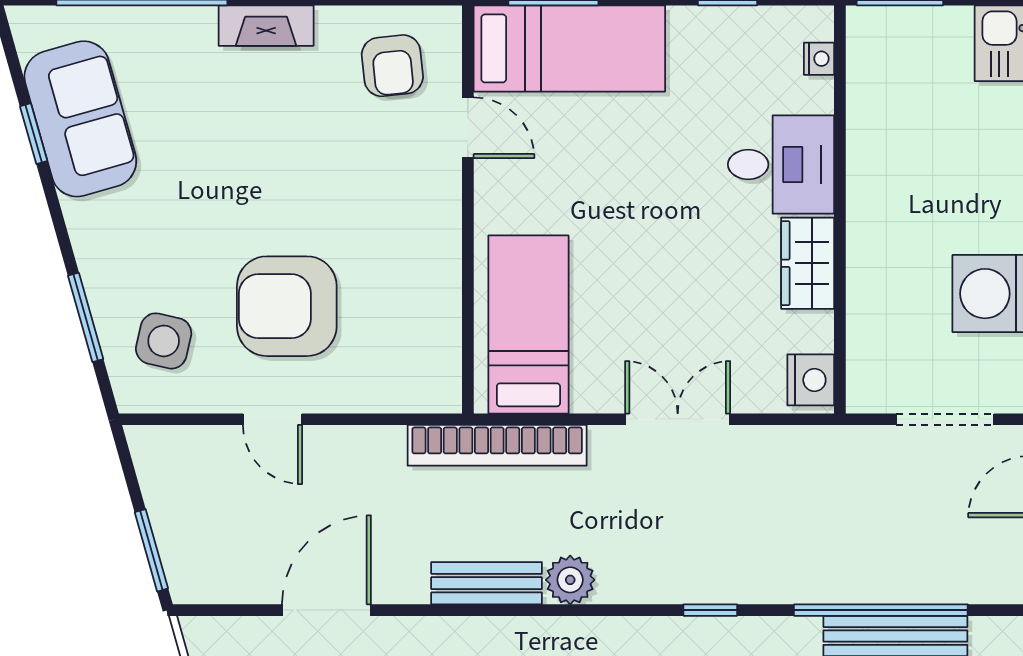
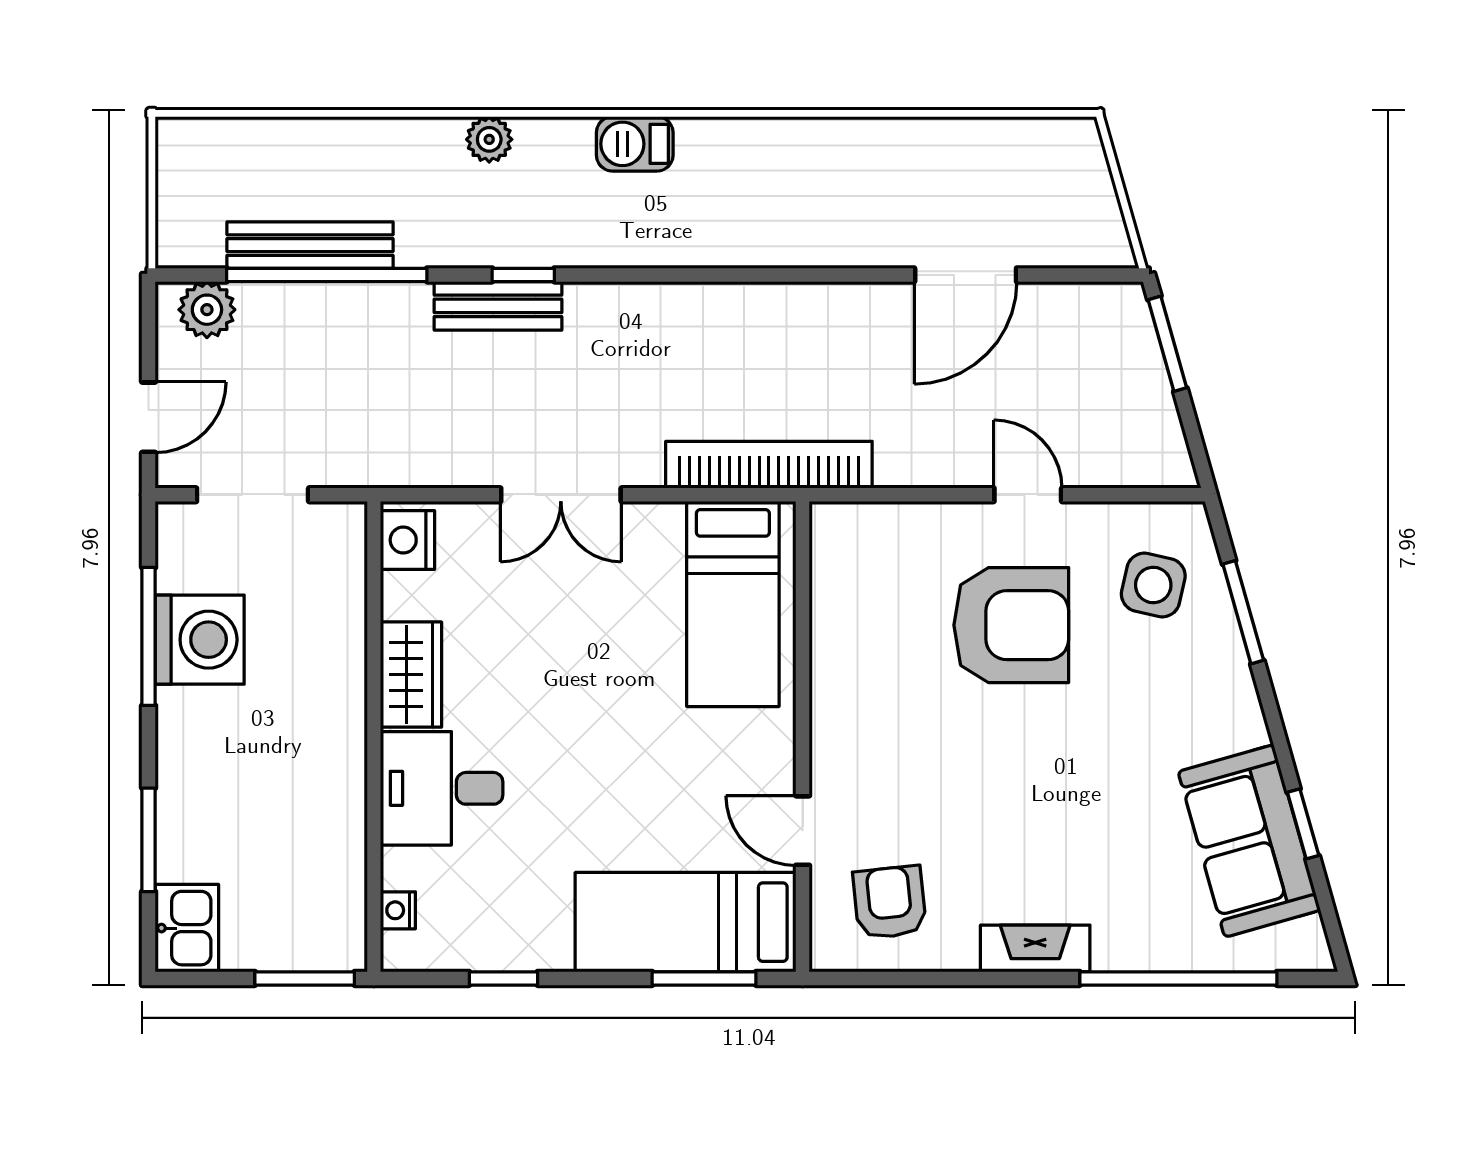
plant: (570, 580) -> (207, 310), moved
bench: (487, 583) -> (498, 306), moved

